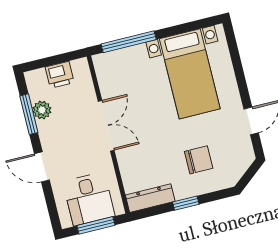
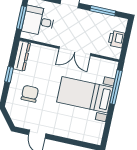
bed with nightstands: (190, 74) -> (85, 95), moved
plant: (42, 110) -> (102, 19), removed
chair: (199, 160) -> (30, 94), turned 180

